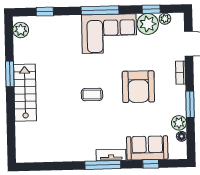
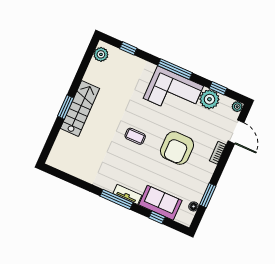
plant: (165, 19) -> (237, 107), moved
window: (10, 74) -> (66, 107), moved
window: (190, 104) -> (208, 195), moved
plant: (179, 123) -> (197, 194), removed

